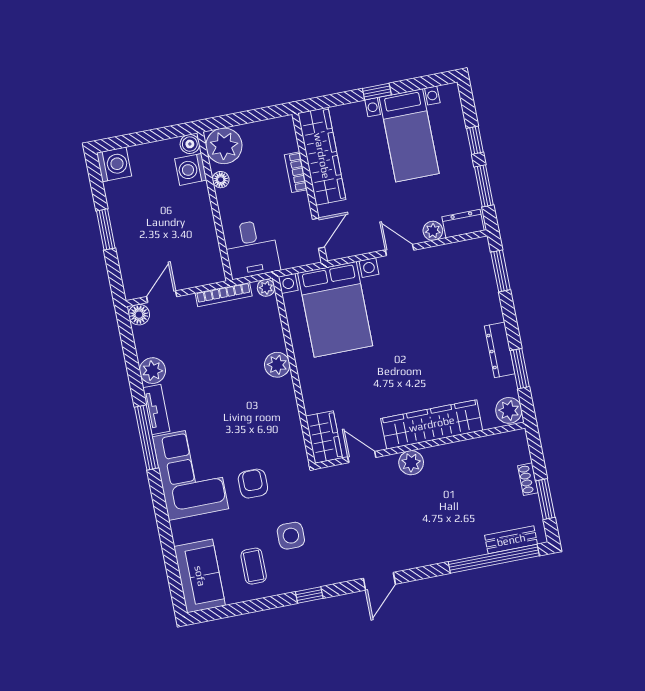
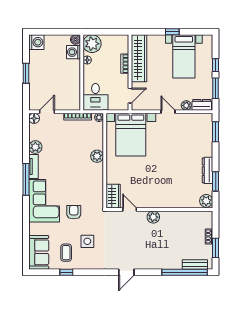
wardrobe: (432, 424) -> (167, 200), removed
window: (309, 595) -> (66, 272), moved

